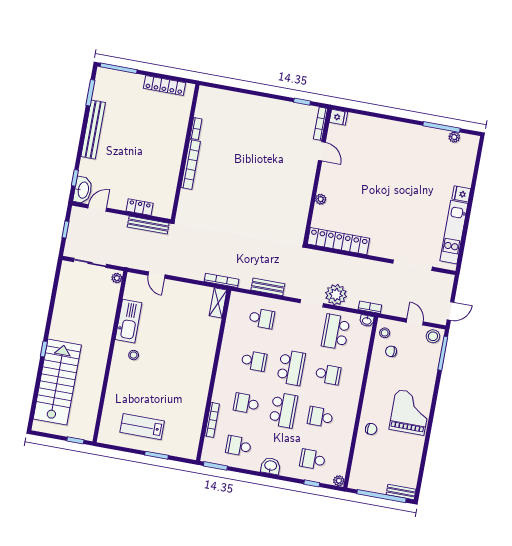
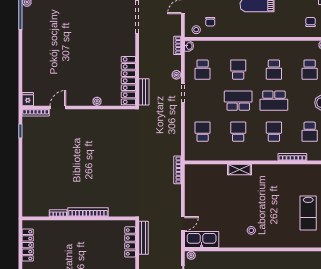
locker: (140, 207) -> (130, 242), width x1.53
bench: (268, 287) -> (144, 92), moved
plant: (336, 295) -> (176, 75), width x0.53, depth x0.53
shelving: (218, 303) -> (240, 169), moved
kitchen sink: (129, 321) -> (202, 239), moved
school desk: (336, 332) -> (203, 70), width x0.54
school desk: (246, 403) -> (274, 132), turned 180
school desk: (283, 410) -> (274, 101), turned 180
chair: (371, 429) -> (311, 22), moved

